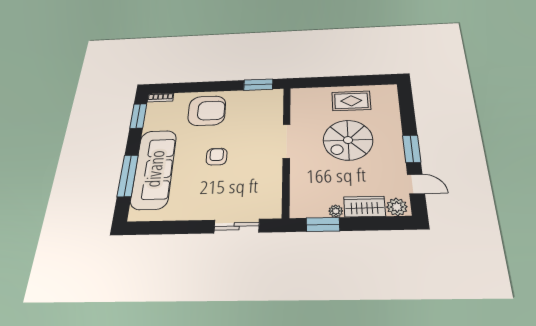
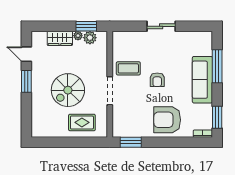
rug: (351, 101) -> (82, 122), moved
spiral stairs: (348, 140) -> (68, 90), turned 180
sofa: (154, 169) -> (202, 80), width x0.74, depth x0.79
coffee table: (258, 169) -> (128, 68), added
plant: (397, 207) -> (90, 38), moved
sliding door: (237, 226) -> (161, 26), moved

